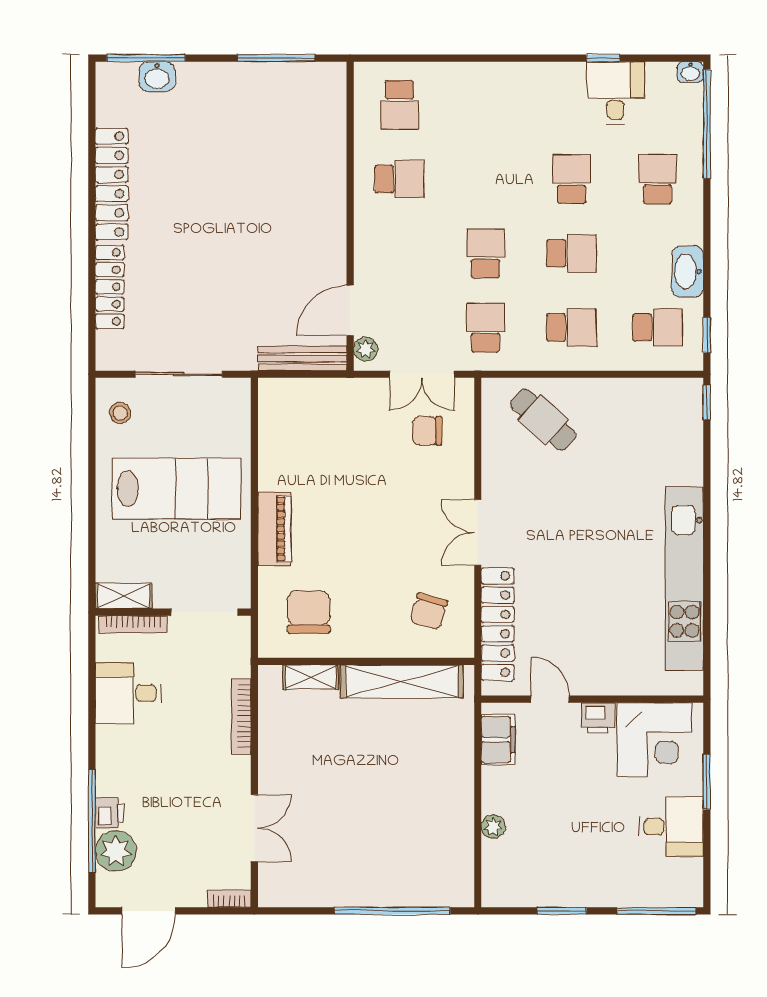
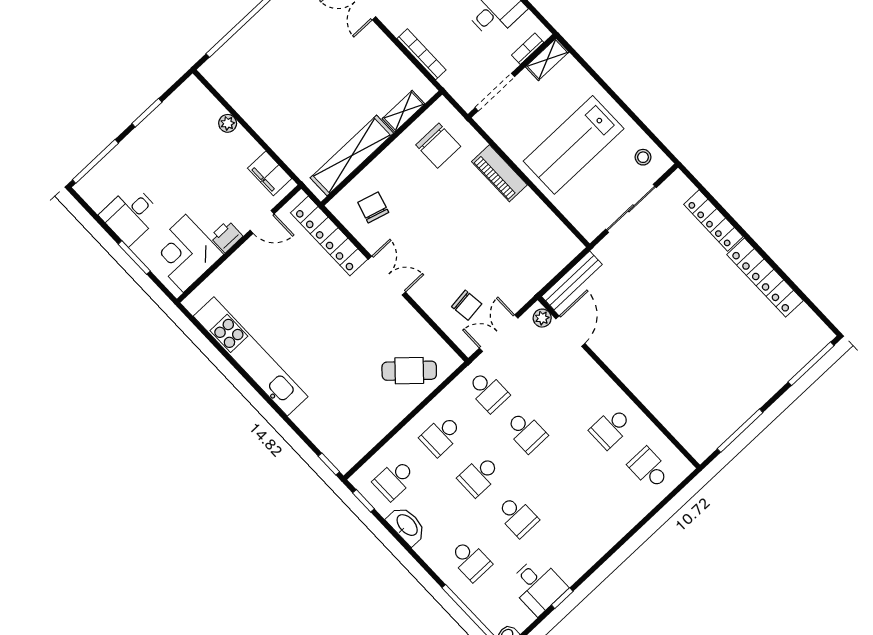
washbasin: (157, 77) -> (796, 359), removed
chair: (427, 431) -> (467, 305), turned 83
bookcase: (133, 624) -> (528, 49), width x0.64

